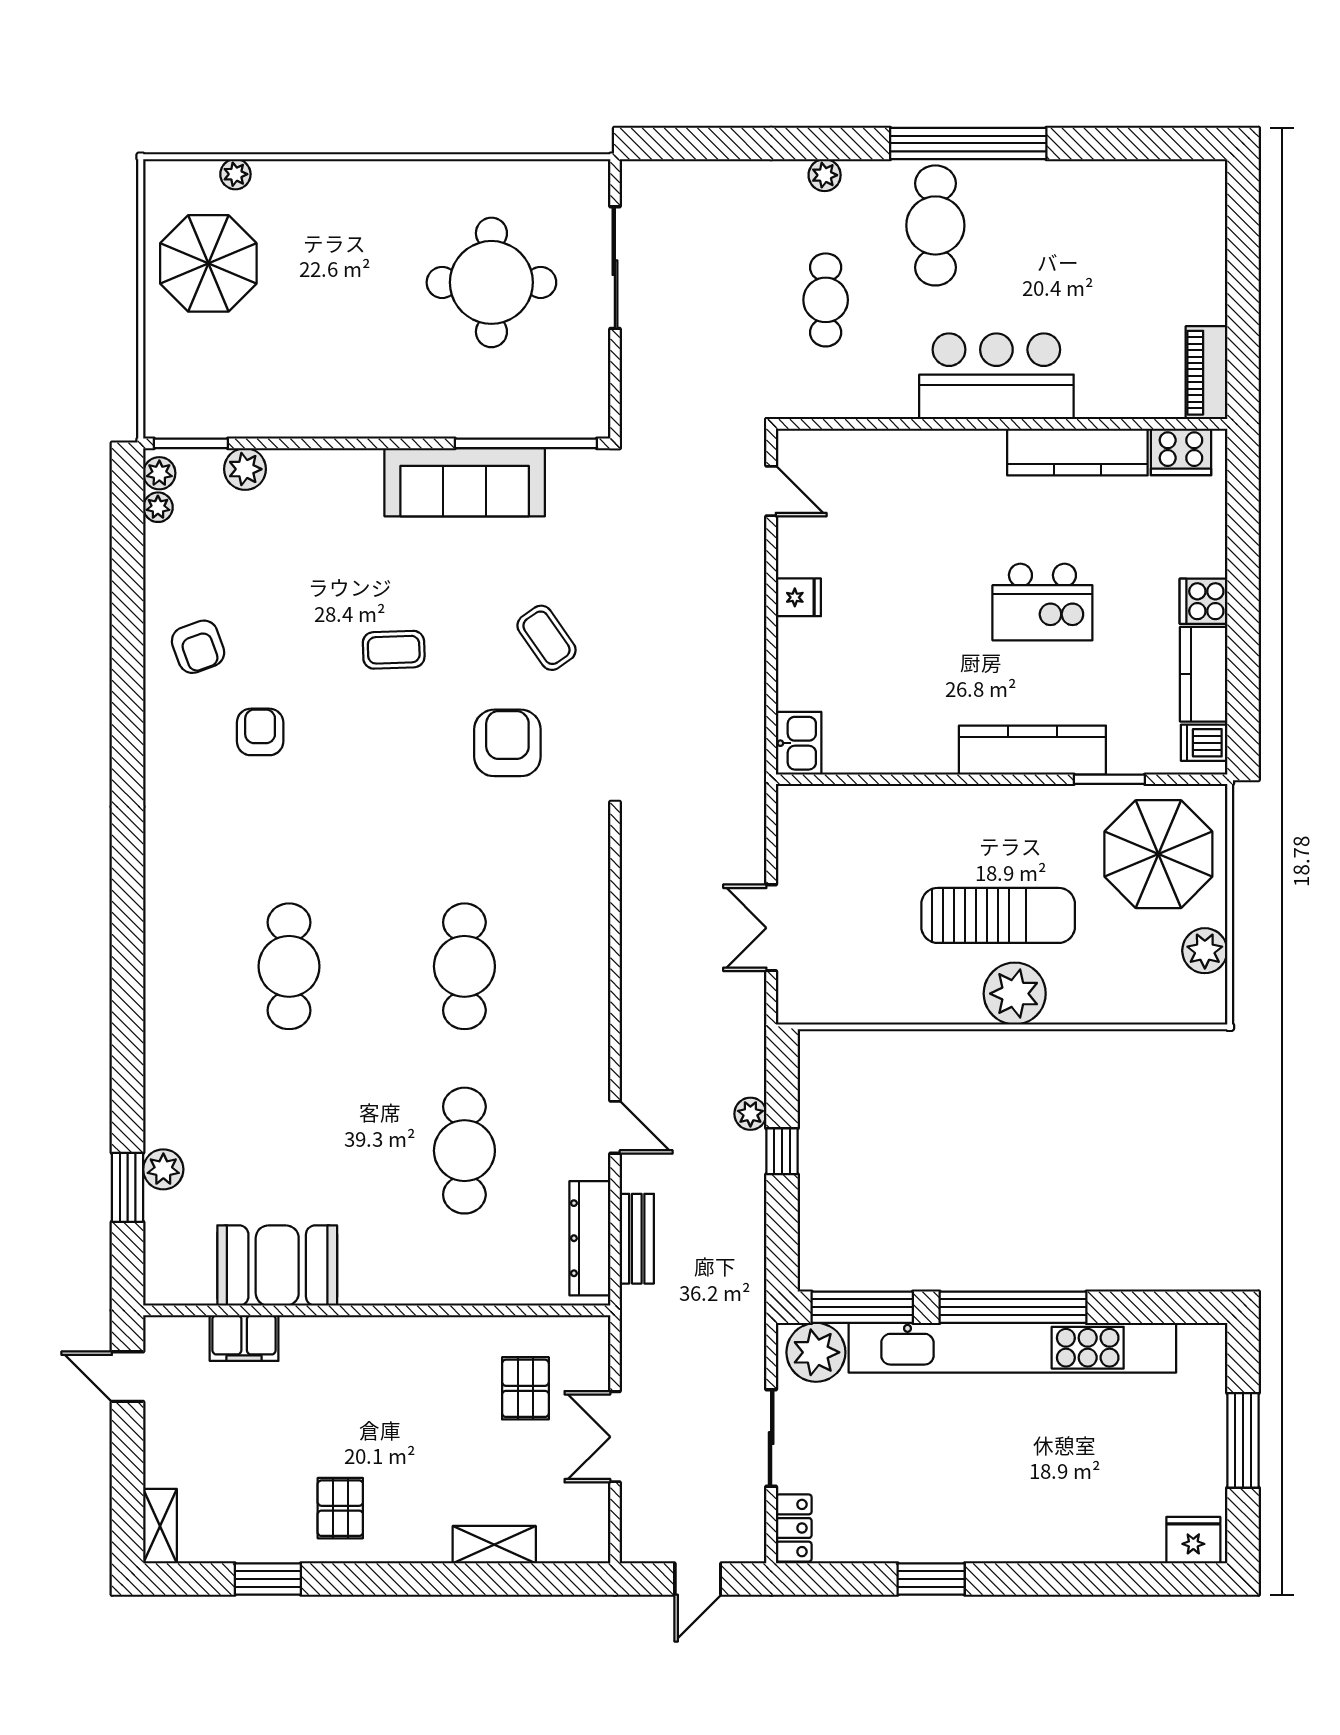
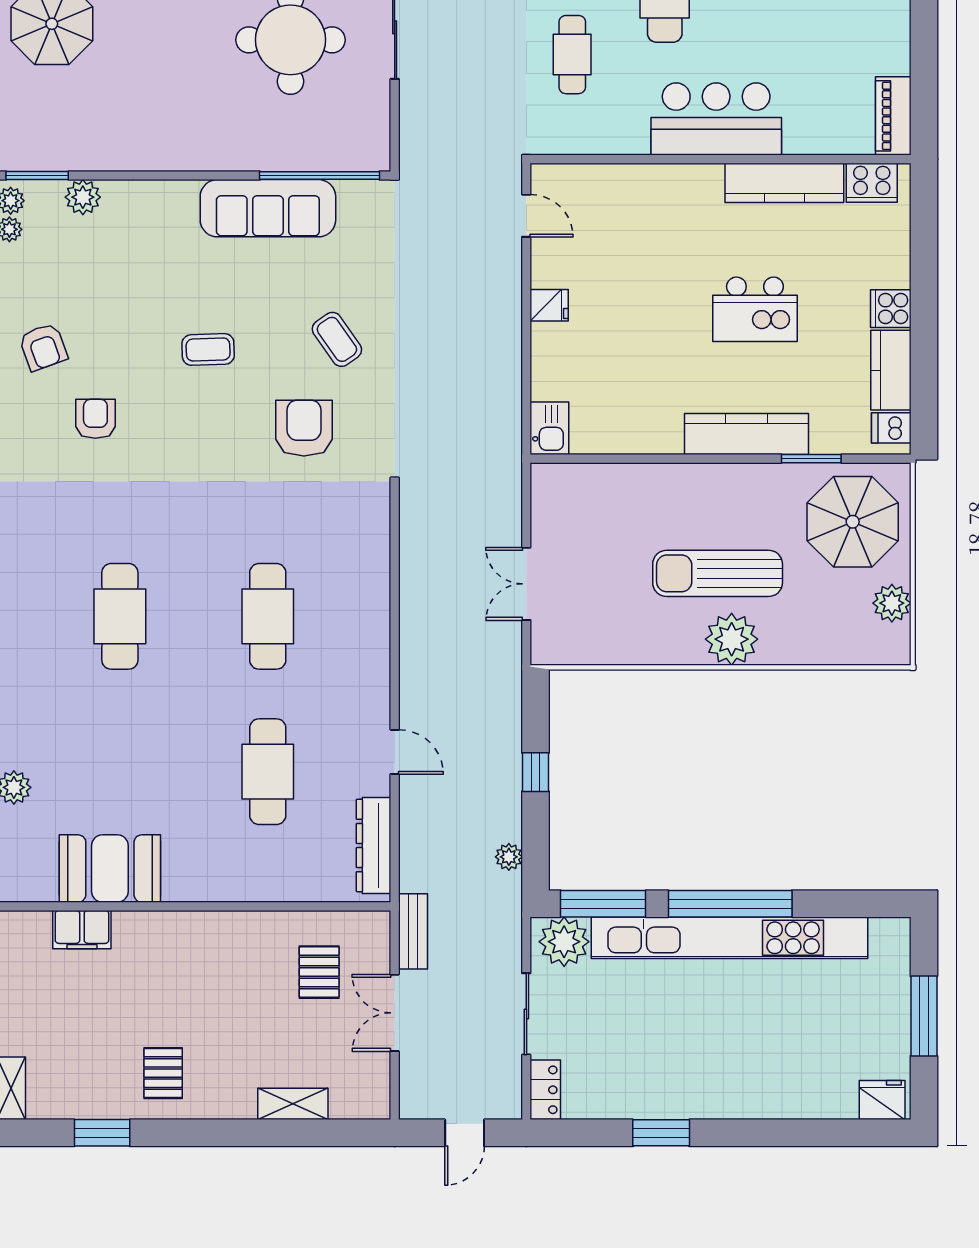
sun lounger: (998, 915) -> (718, 573), turned 180
plant: (750, 1114) -> (509, 857), moved
bench: (637, 1239) -> (413, 931), moved

